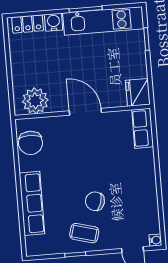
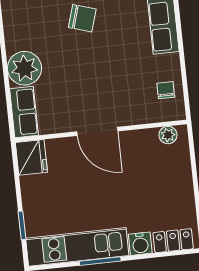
plant: (35, 101) -> (168, 135), width x0.53, depth x0.53
chair: (30, 143) -> (166, 90), width x0.54, depth x0.54
plant: (141, 163) -> (25, 68), added

